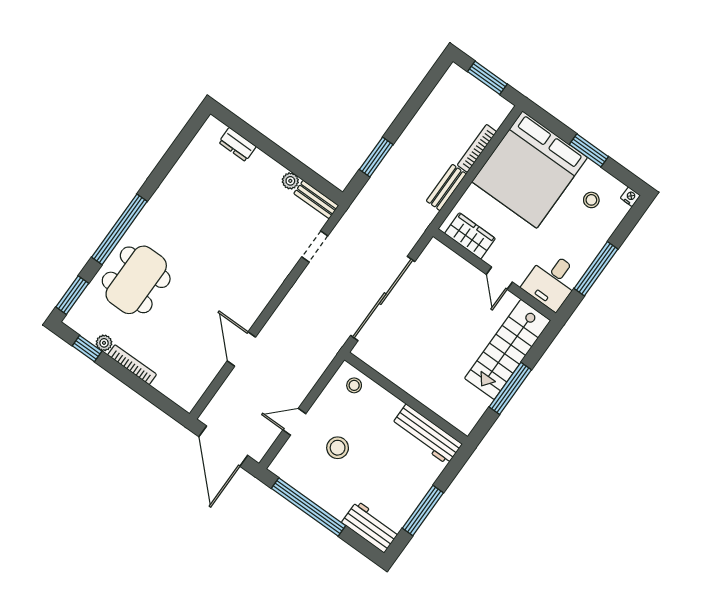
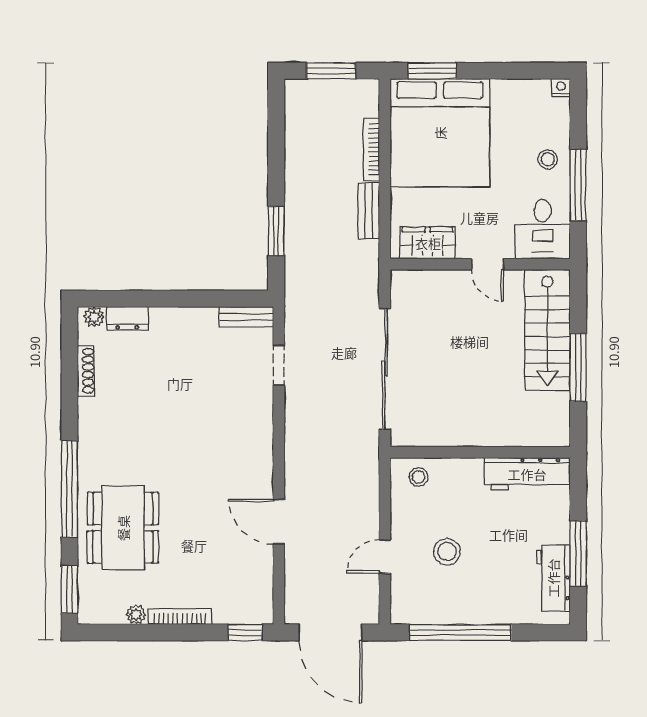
window: (589, 150) -> (432, 71), moved
shoe rack: (186, 159) -> (86, 371), added
plant: (290, 181) -> (94, 317), moved
stool: (591, 200) -> (548, 159), moved
window: (87, 349) -> (245, 632), moved
workbench: (371, 527) -> (553, 578), moved, turned -90

